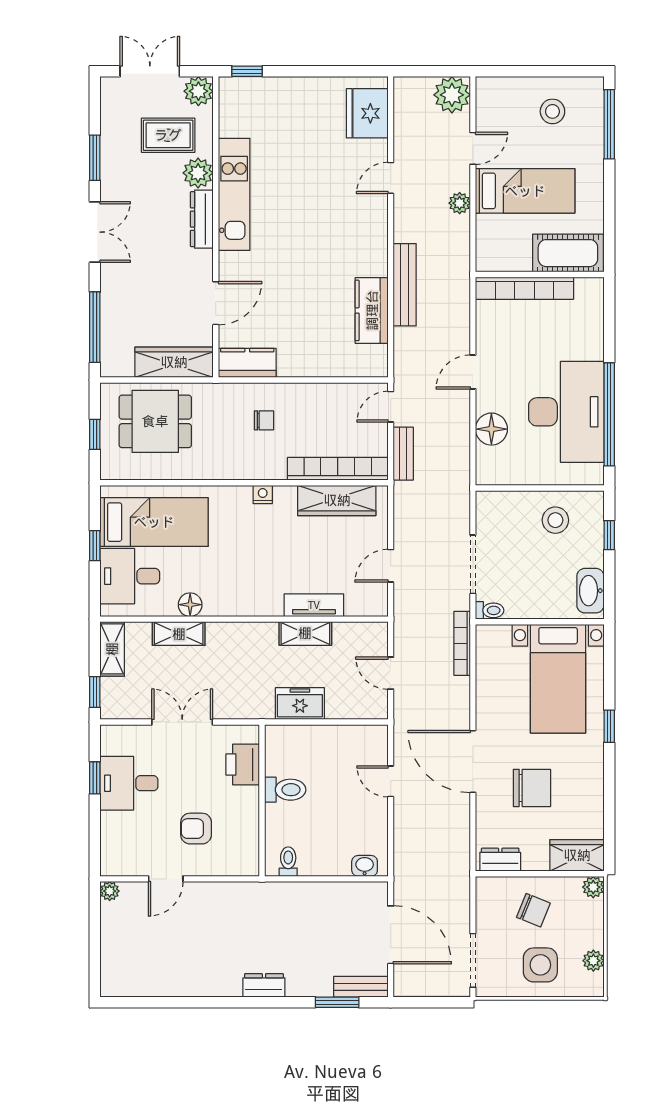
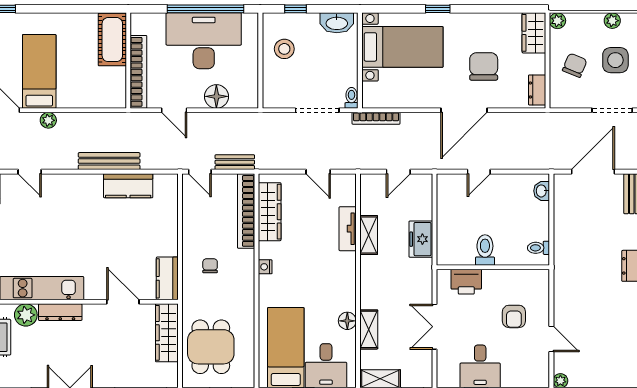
cot: (568, 253) -> (112, 40), moved
wall: (540, 274) -> (128, 61), moved
bookcase: (525, 288) -> (138, 72), moved

